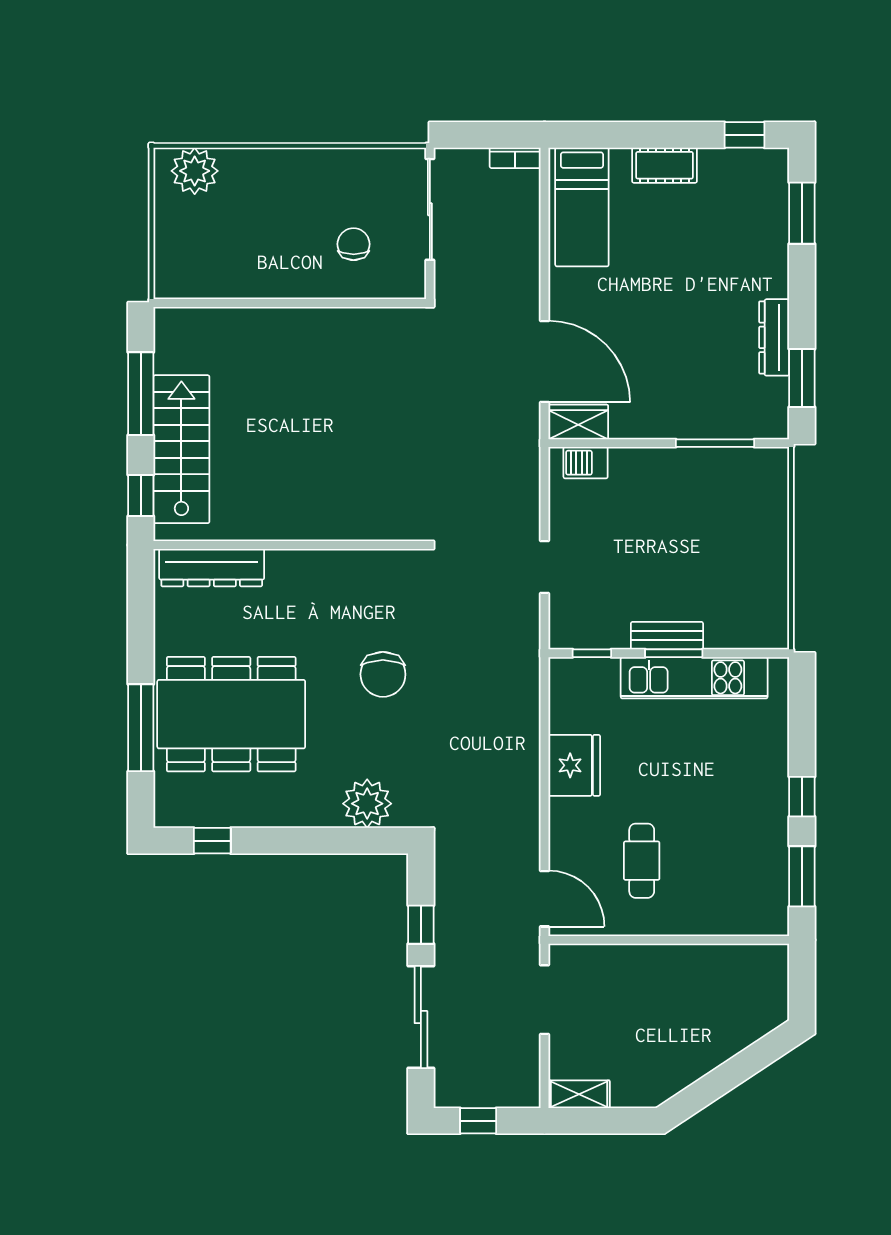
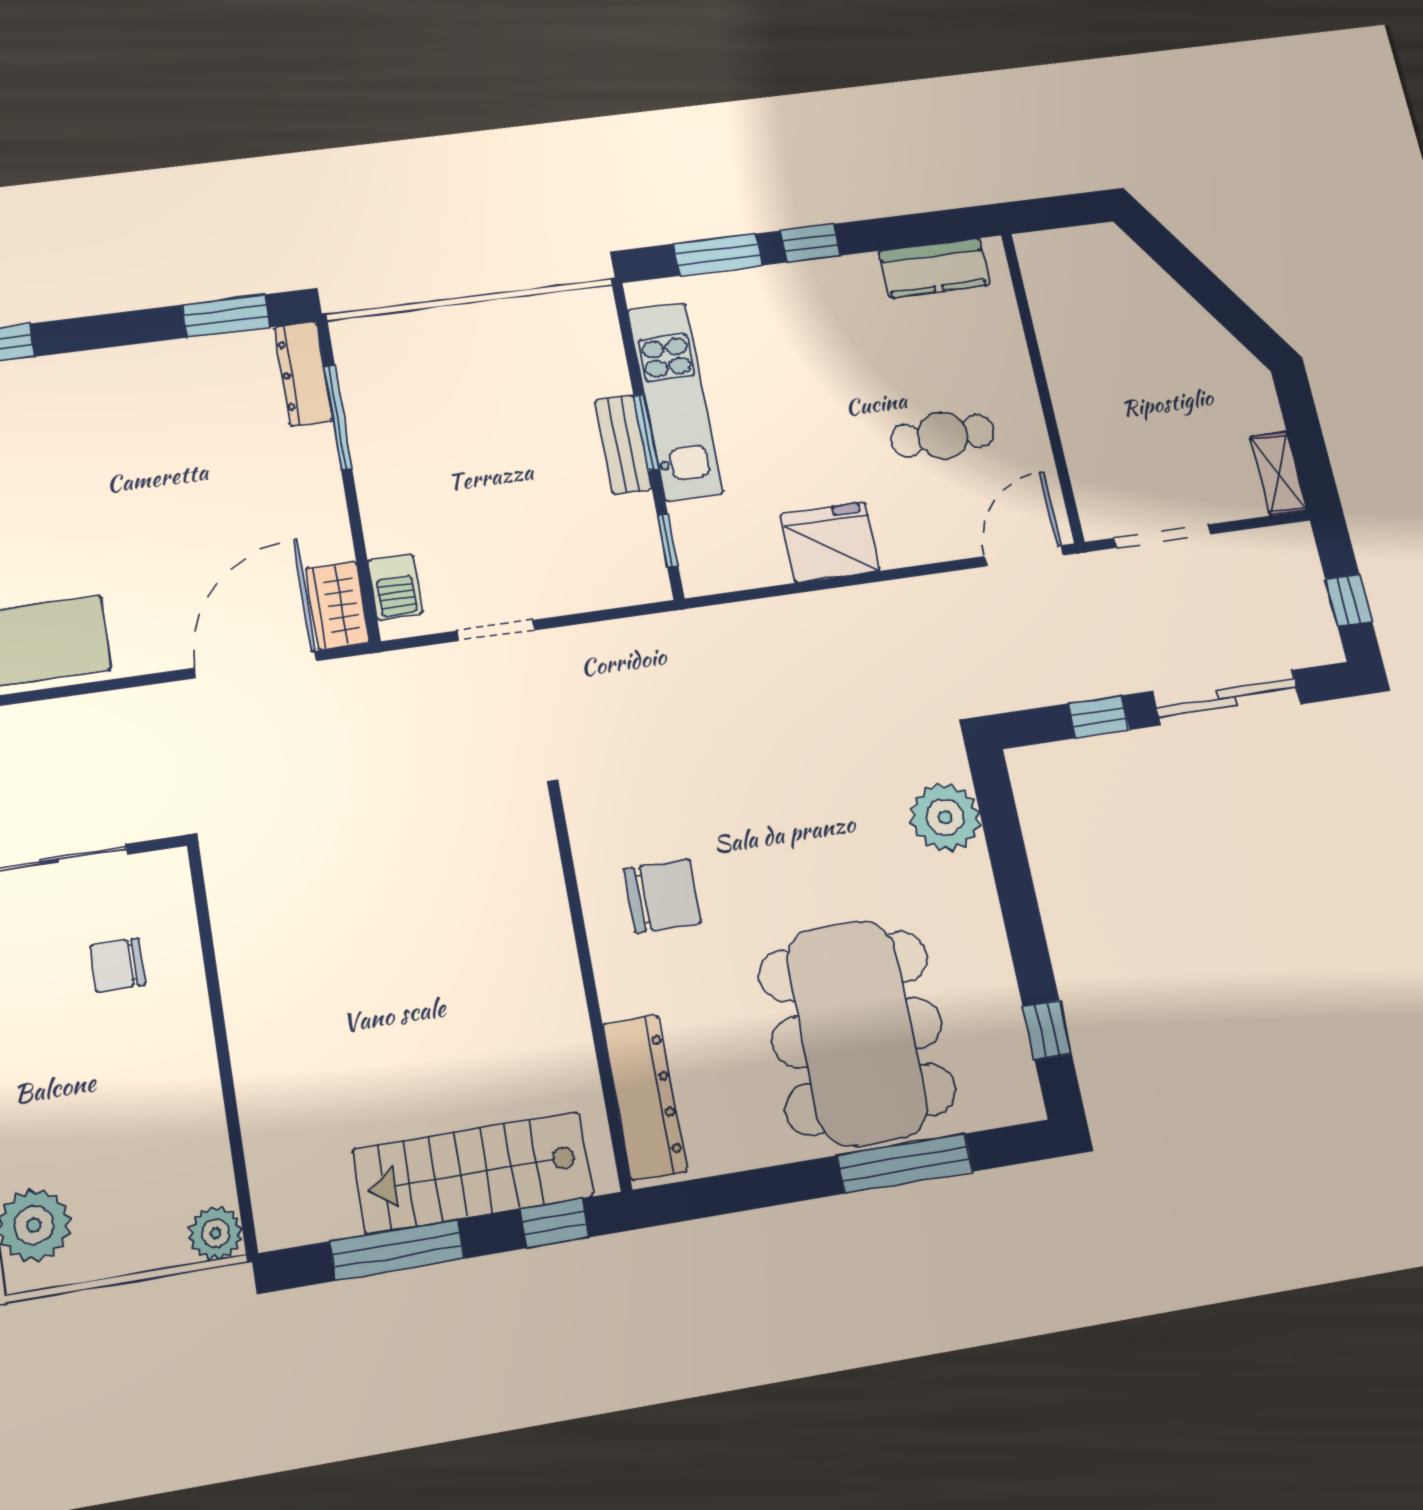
plant: (170, 282) -> (216, 1233), added
dresser: (774, 337) -> (303, 374), moved, turned 90
doorway: (545, 567) -> (496, 630), moved
chair: (383, 674) -> (663, 896), moved
window: (802, 876) -> (718, 255), moved
kitchen counter: (770, 882) -> (934, 268), added

